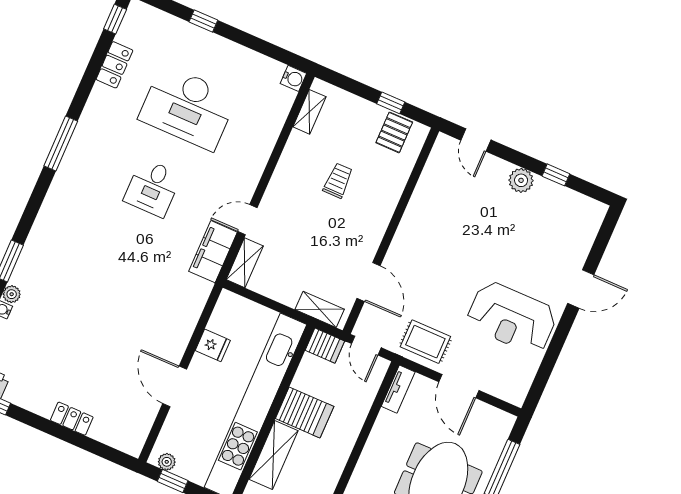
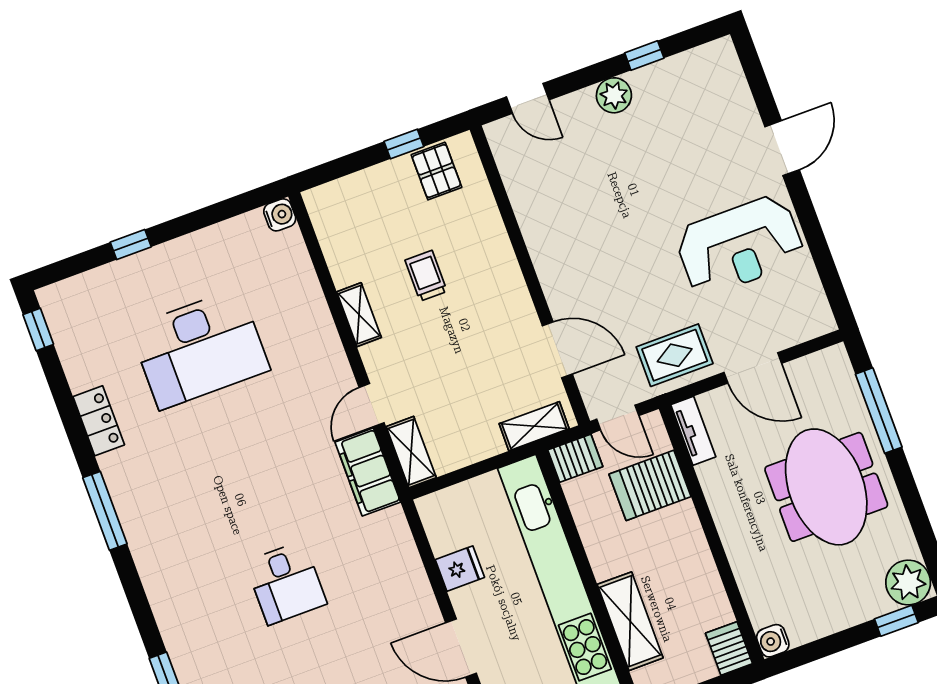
locker: (115, 65) -> (99, 421), moved
shelving: (309, 112) -> (359, 315), moved
desk: (153, 188) -> (286, 583), moved
server rack: (305, 412) -> (650, 485), moved, turned 180

